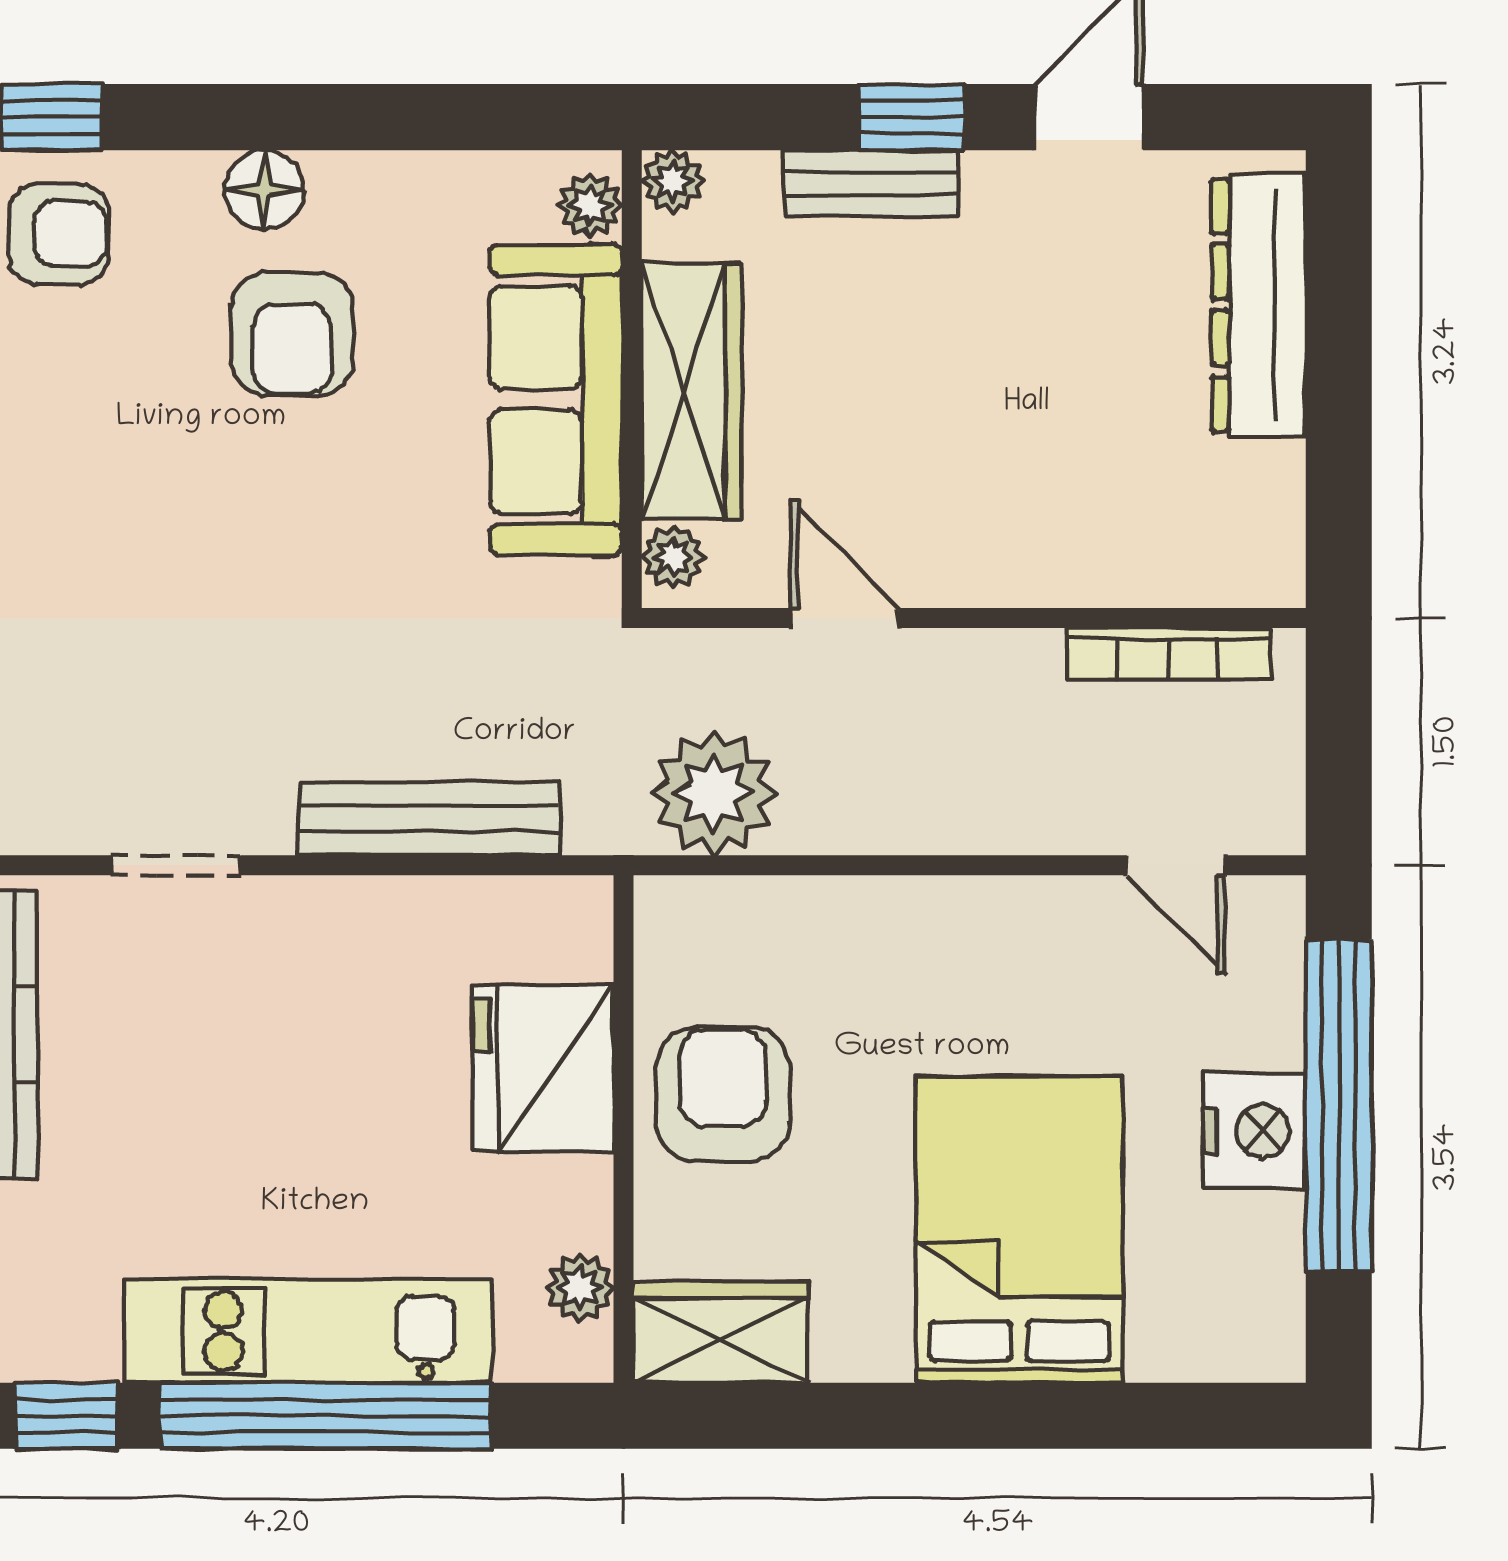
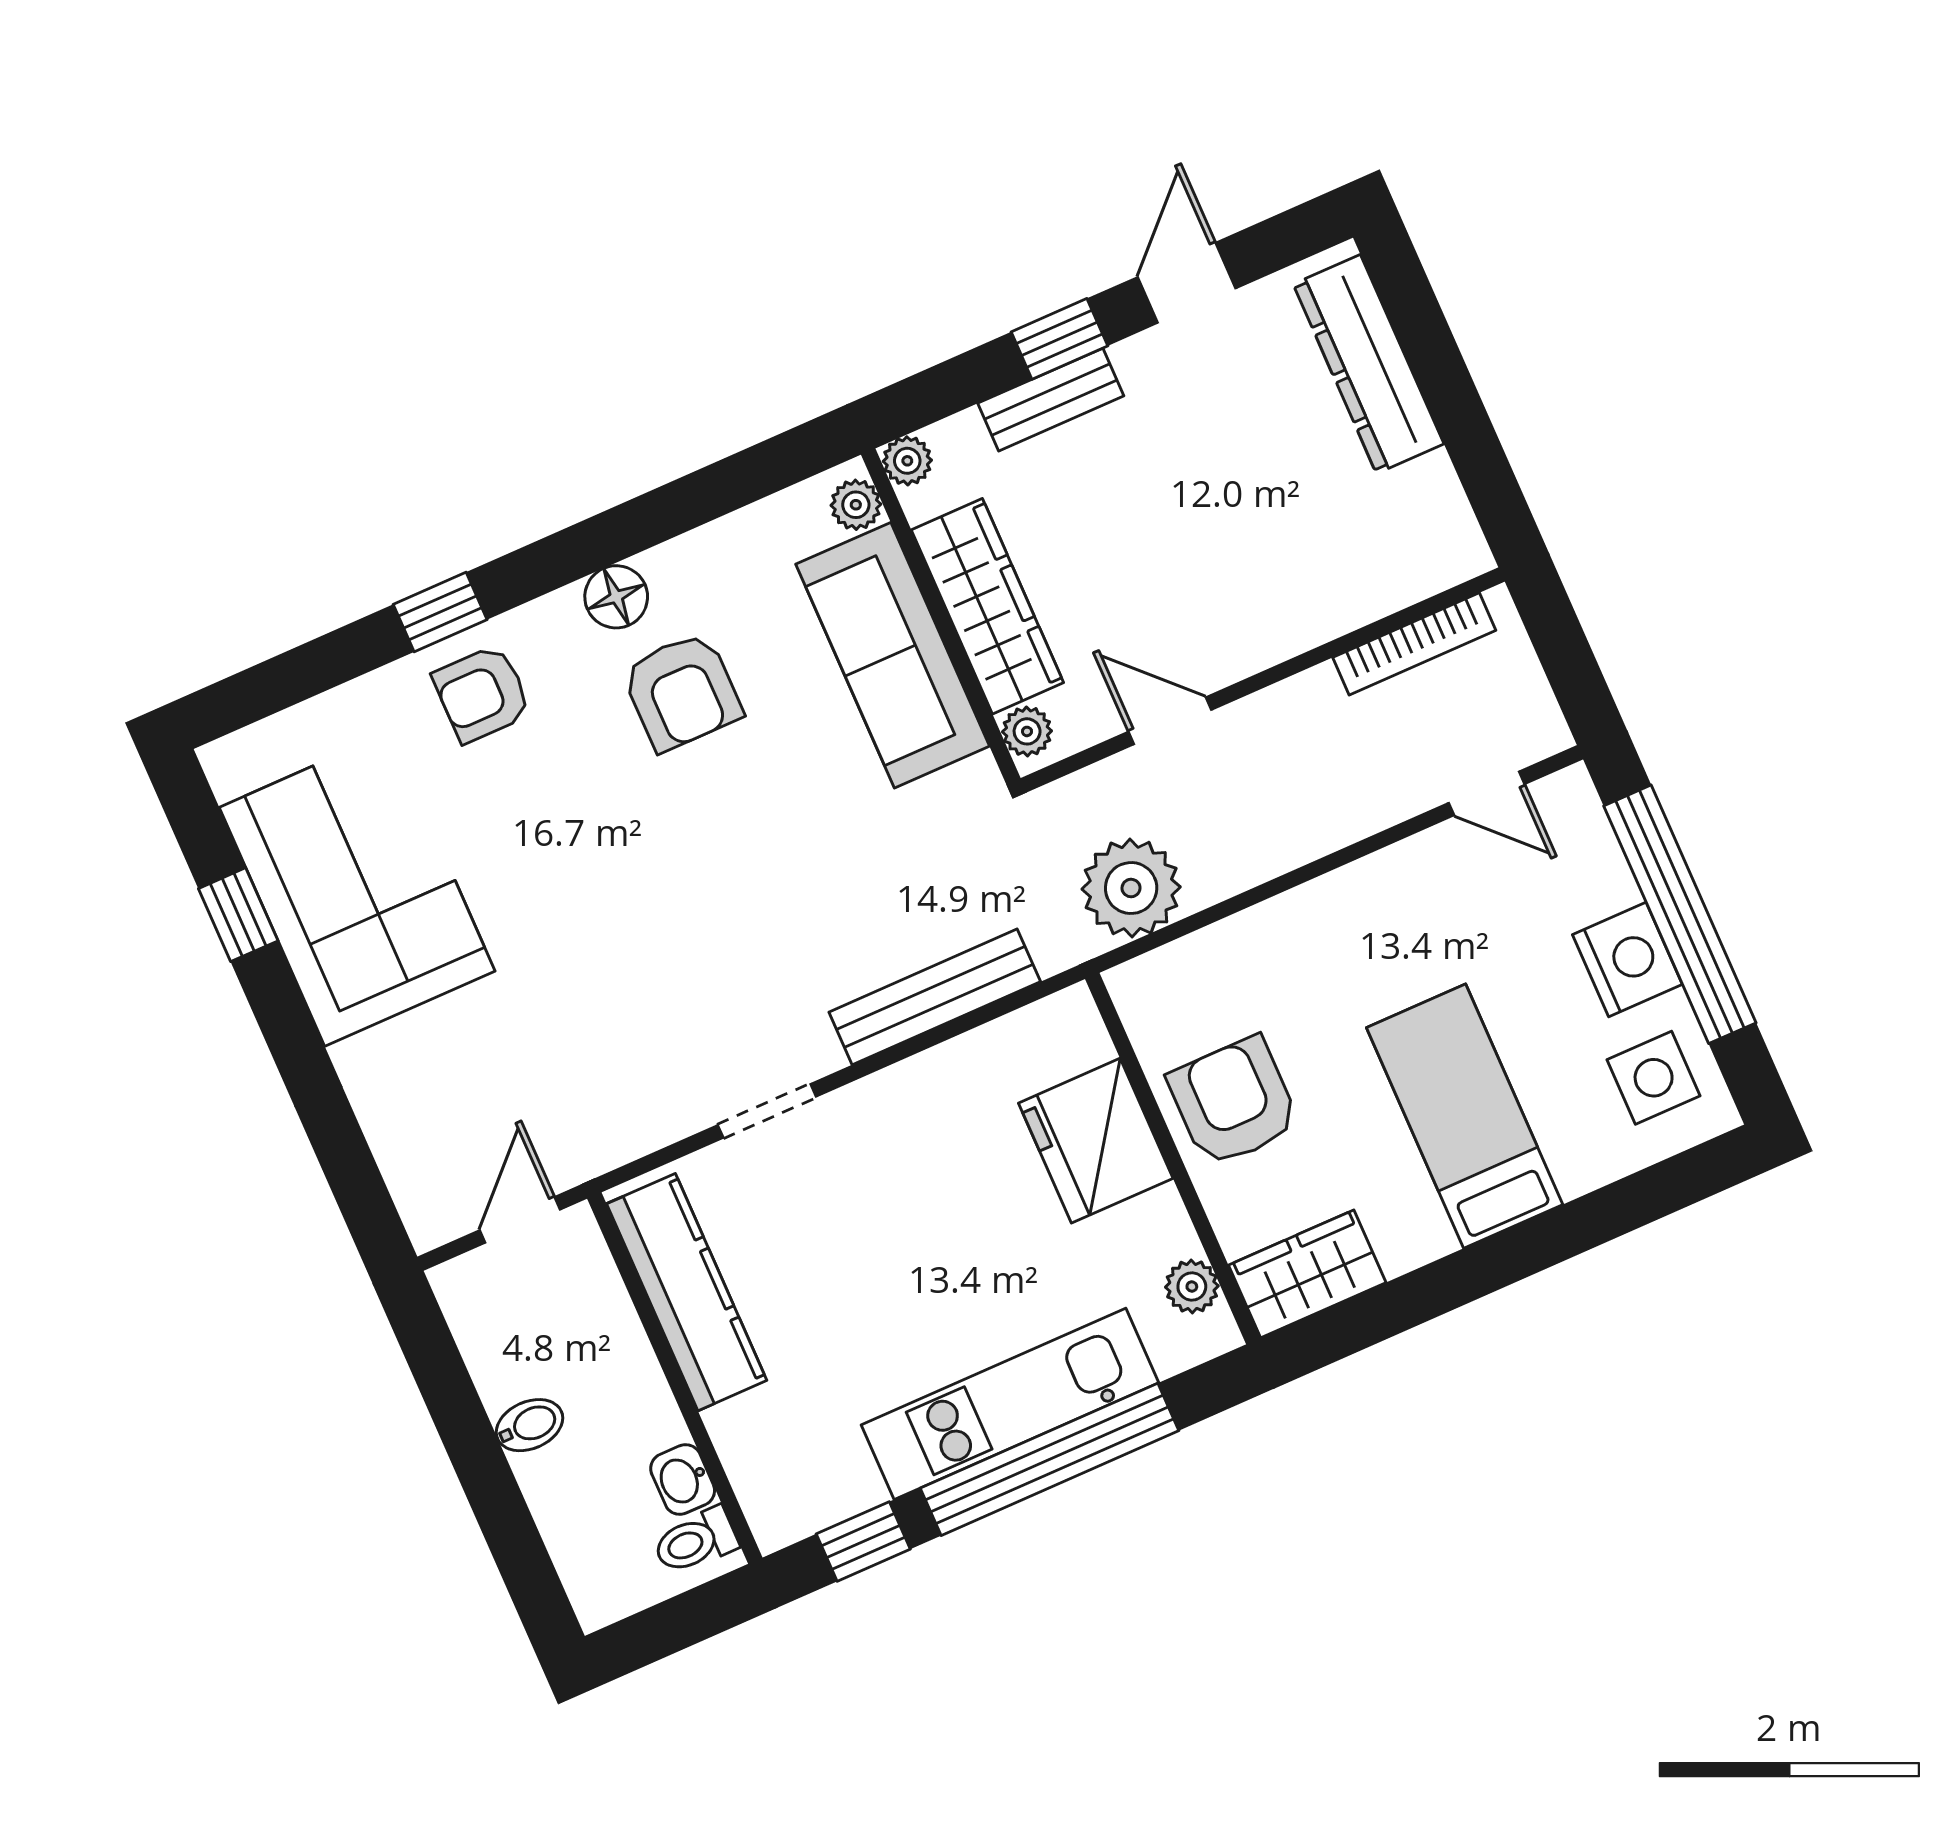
armchair: (58, 234) -> (482, 694), turned 180
bed: (1019, 1229) -> (1465, 1116), width x0.67
side table: (1224, 1282) -> (1654, 1078), added

